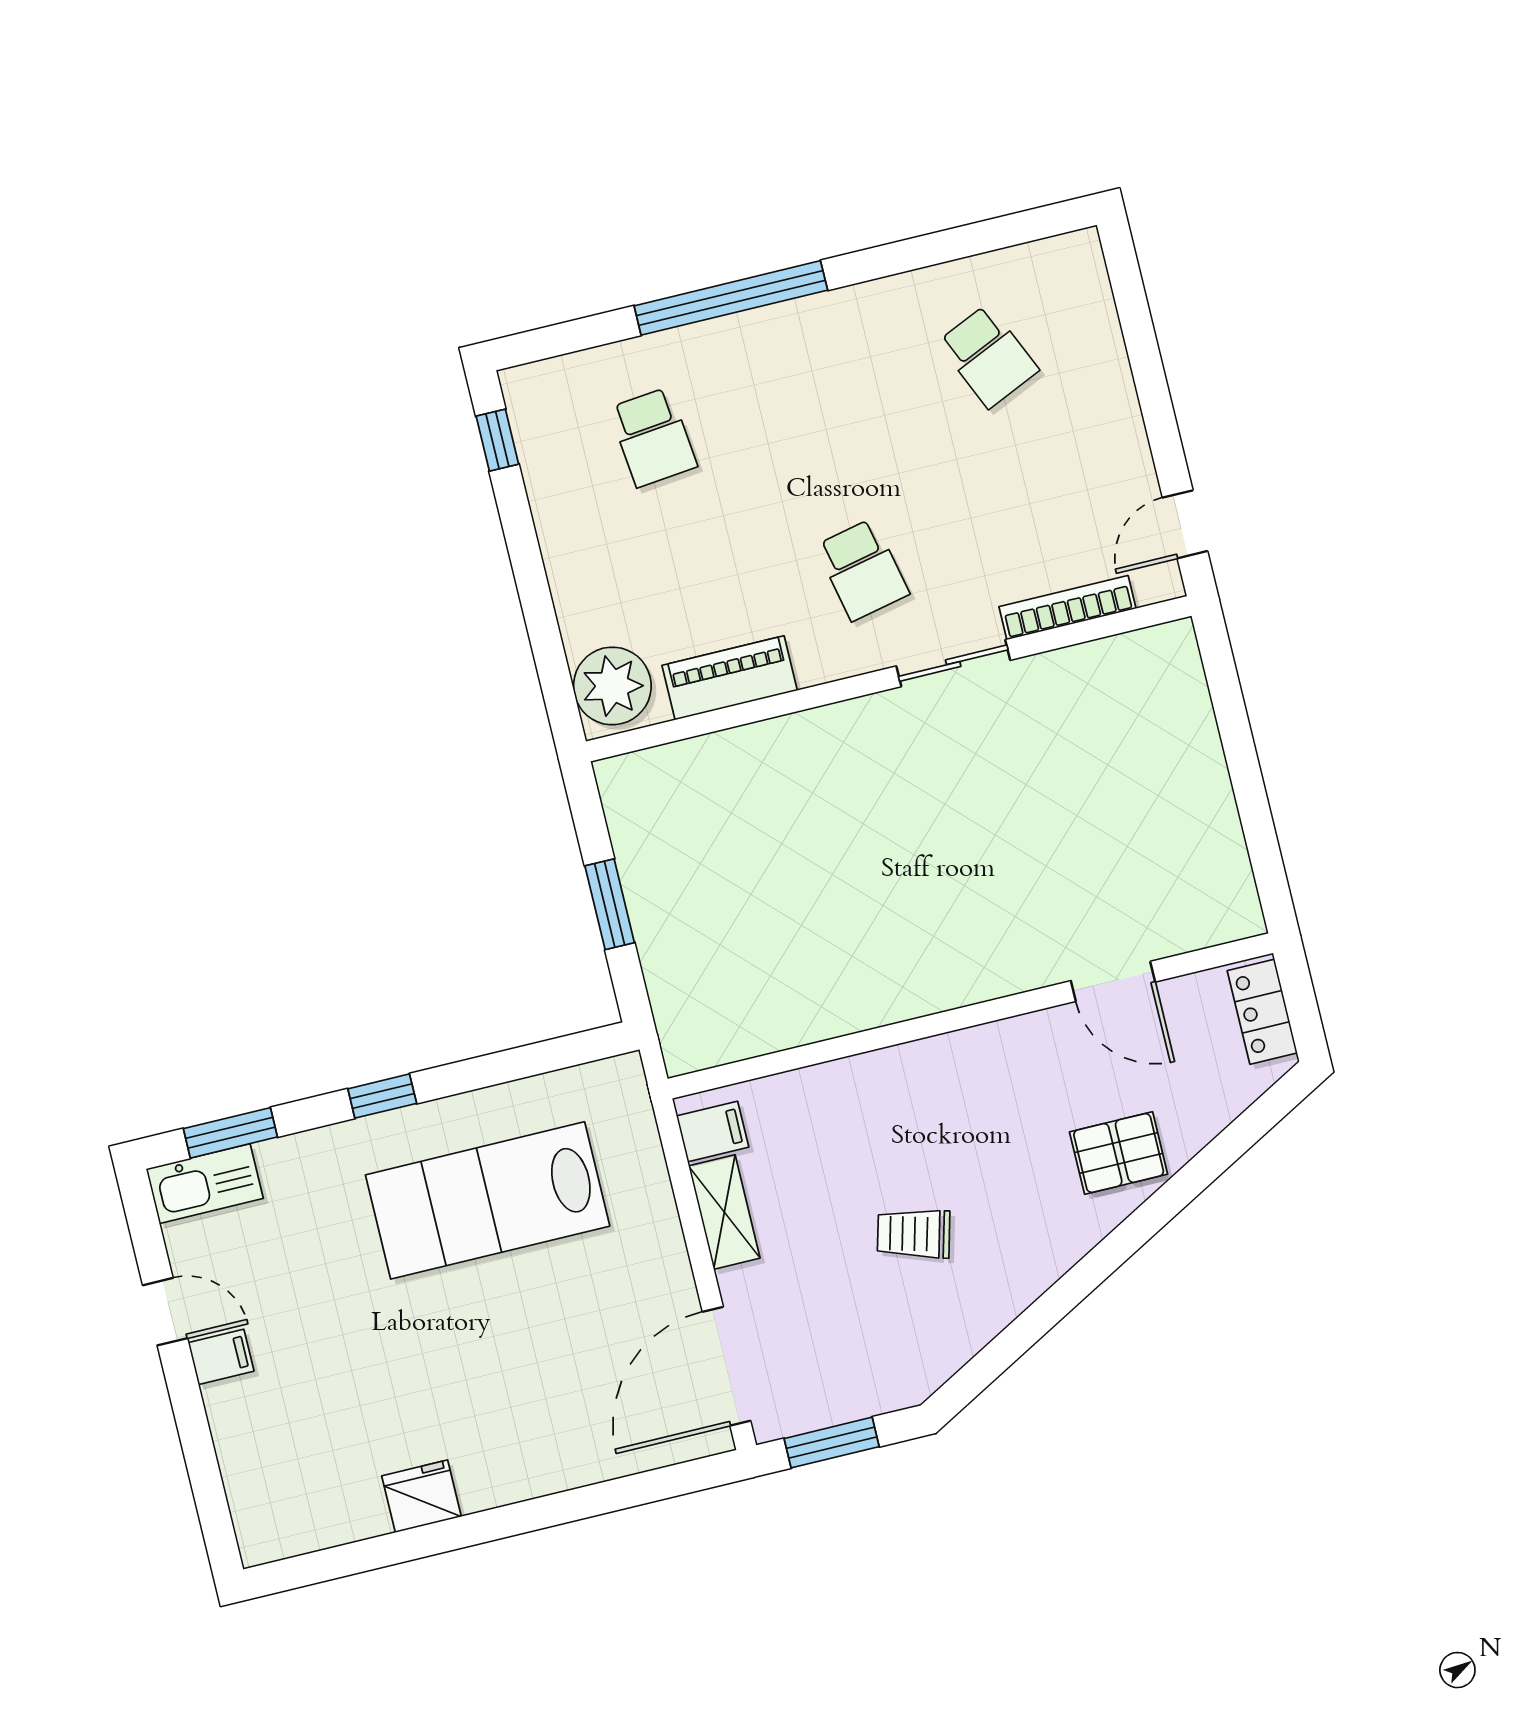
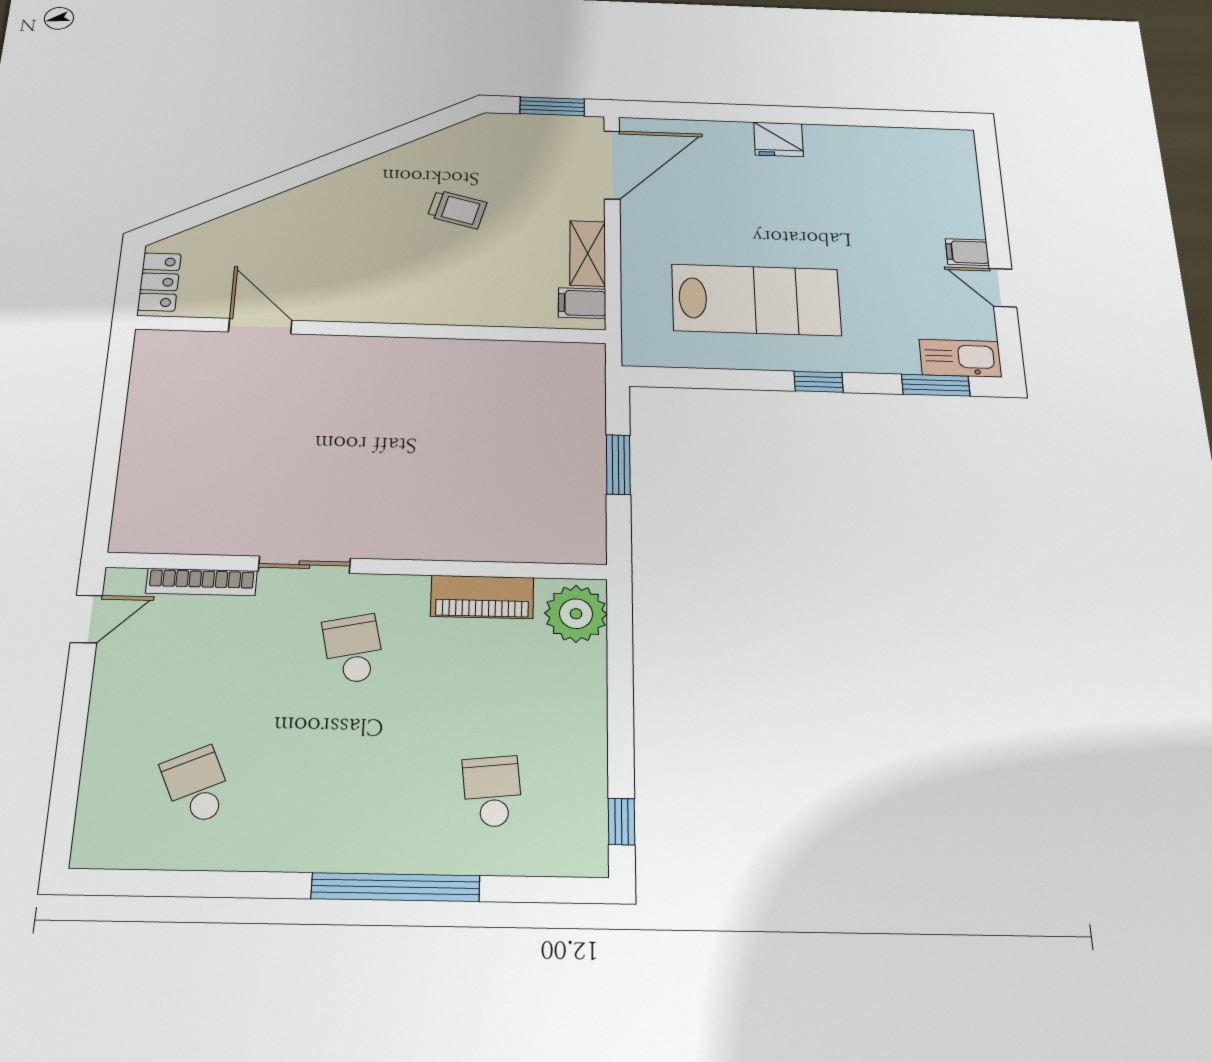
pallet: (1119, 1153) -> (295, 222), removed
fridge: (421, 1496) -> (779, 139), moved

